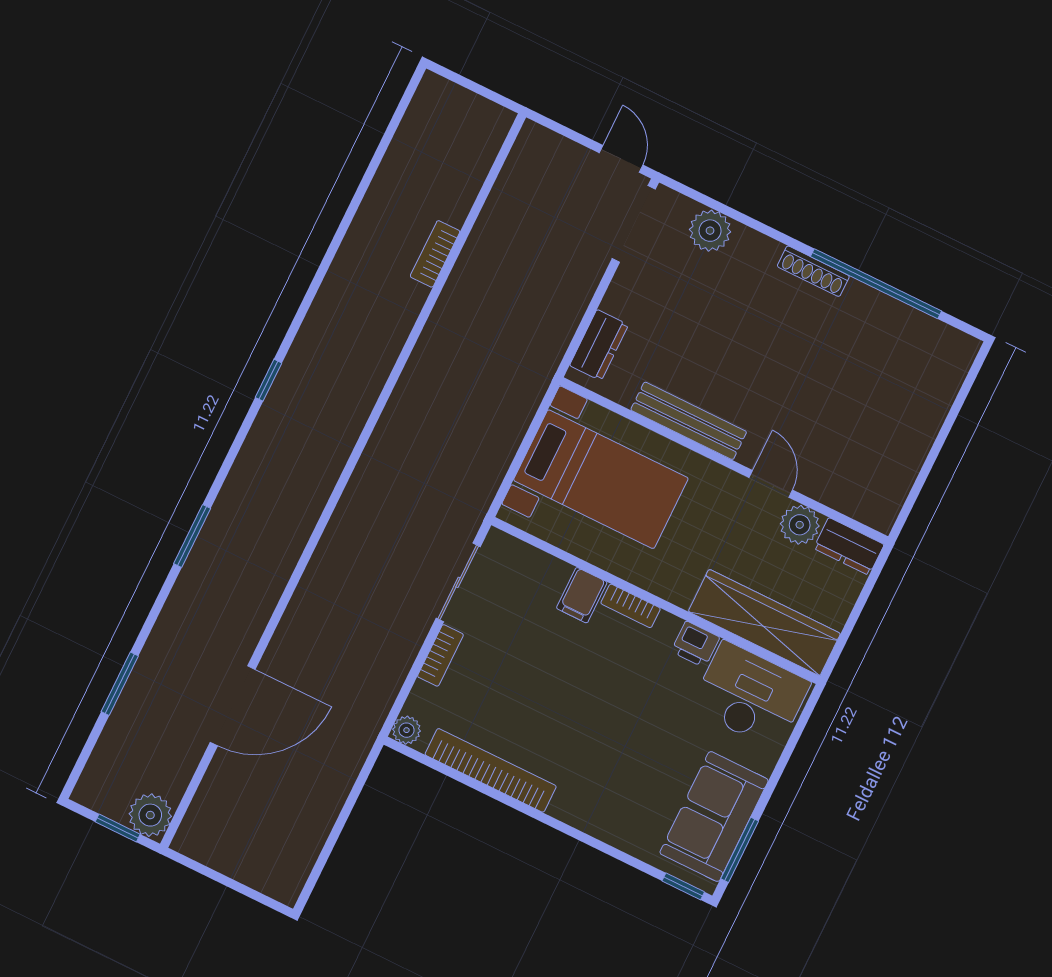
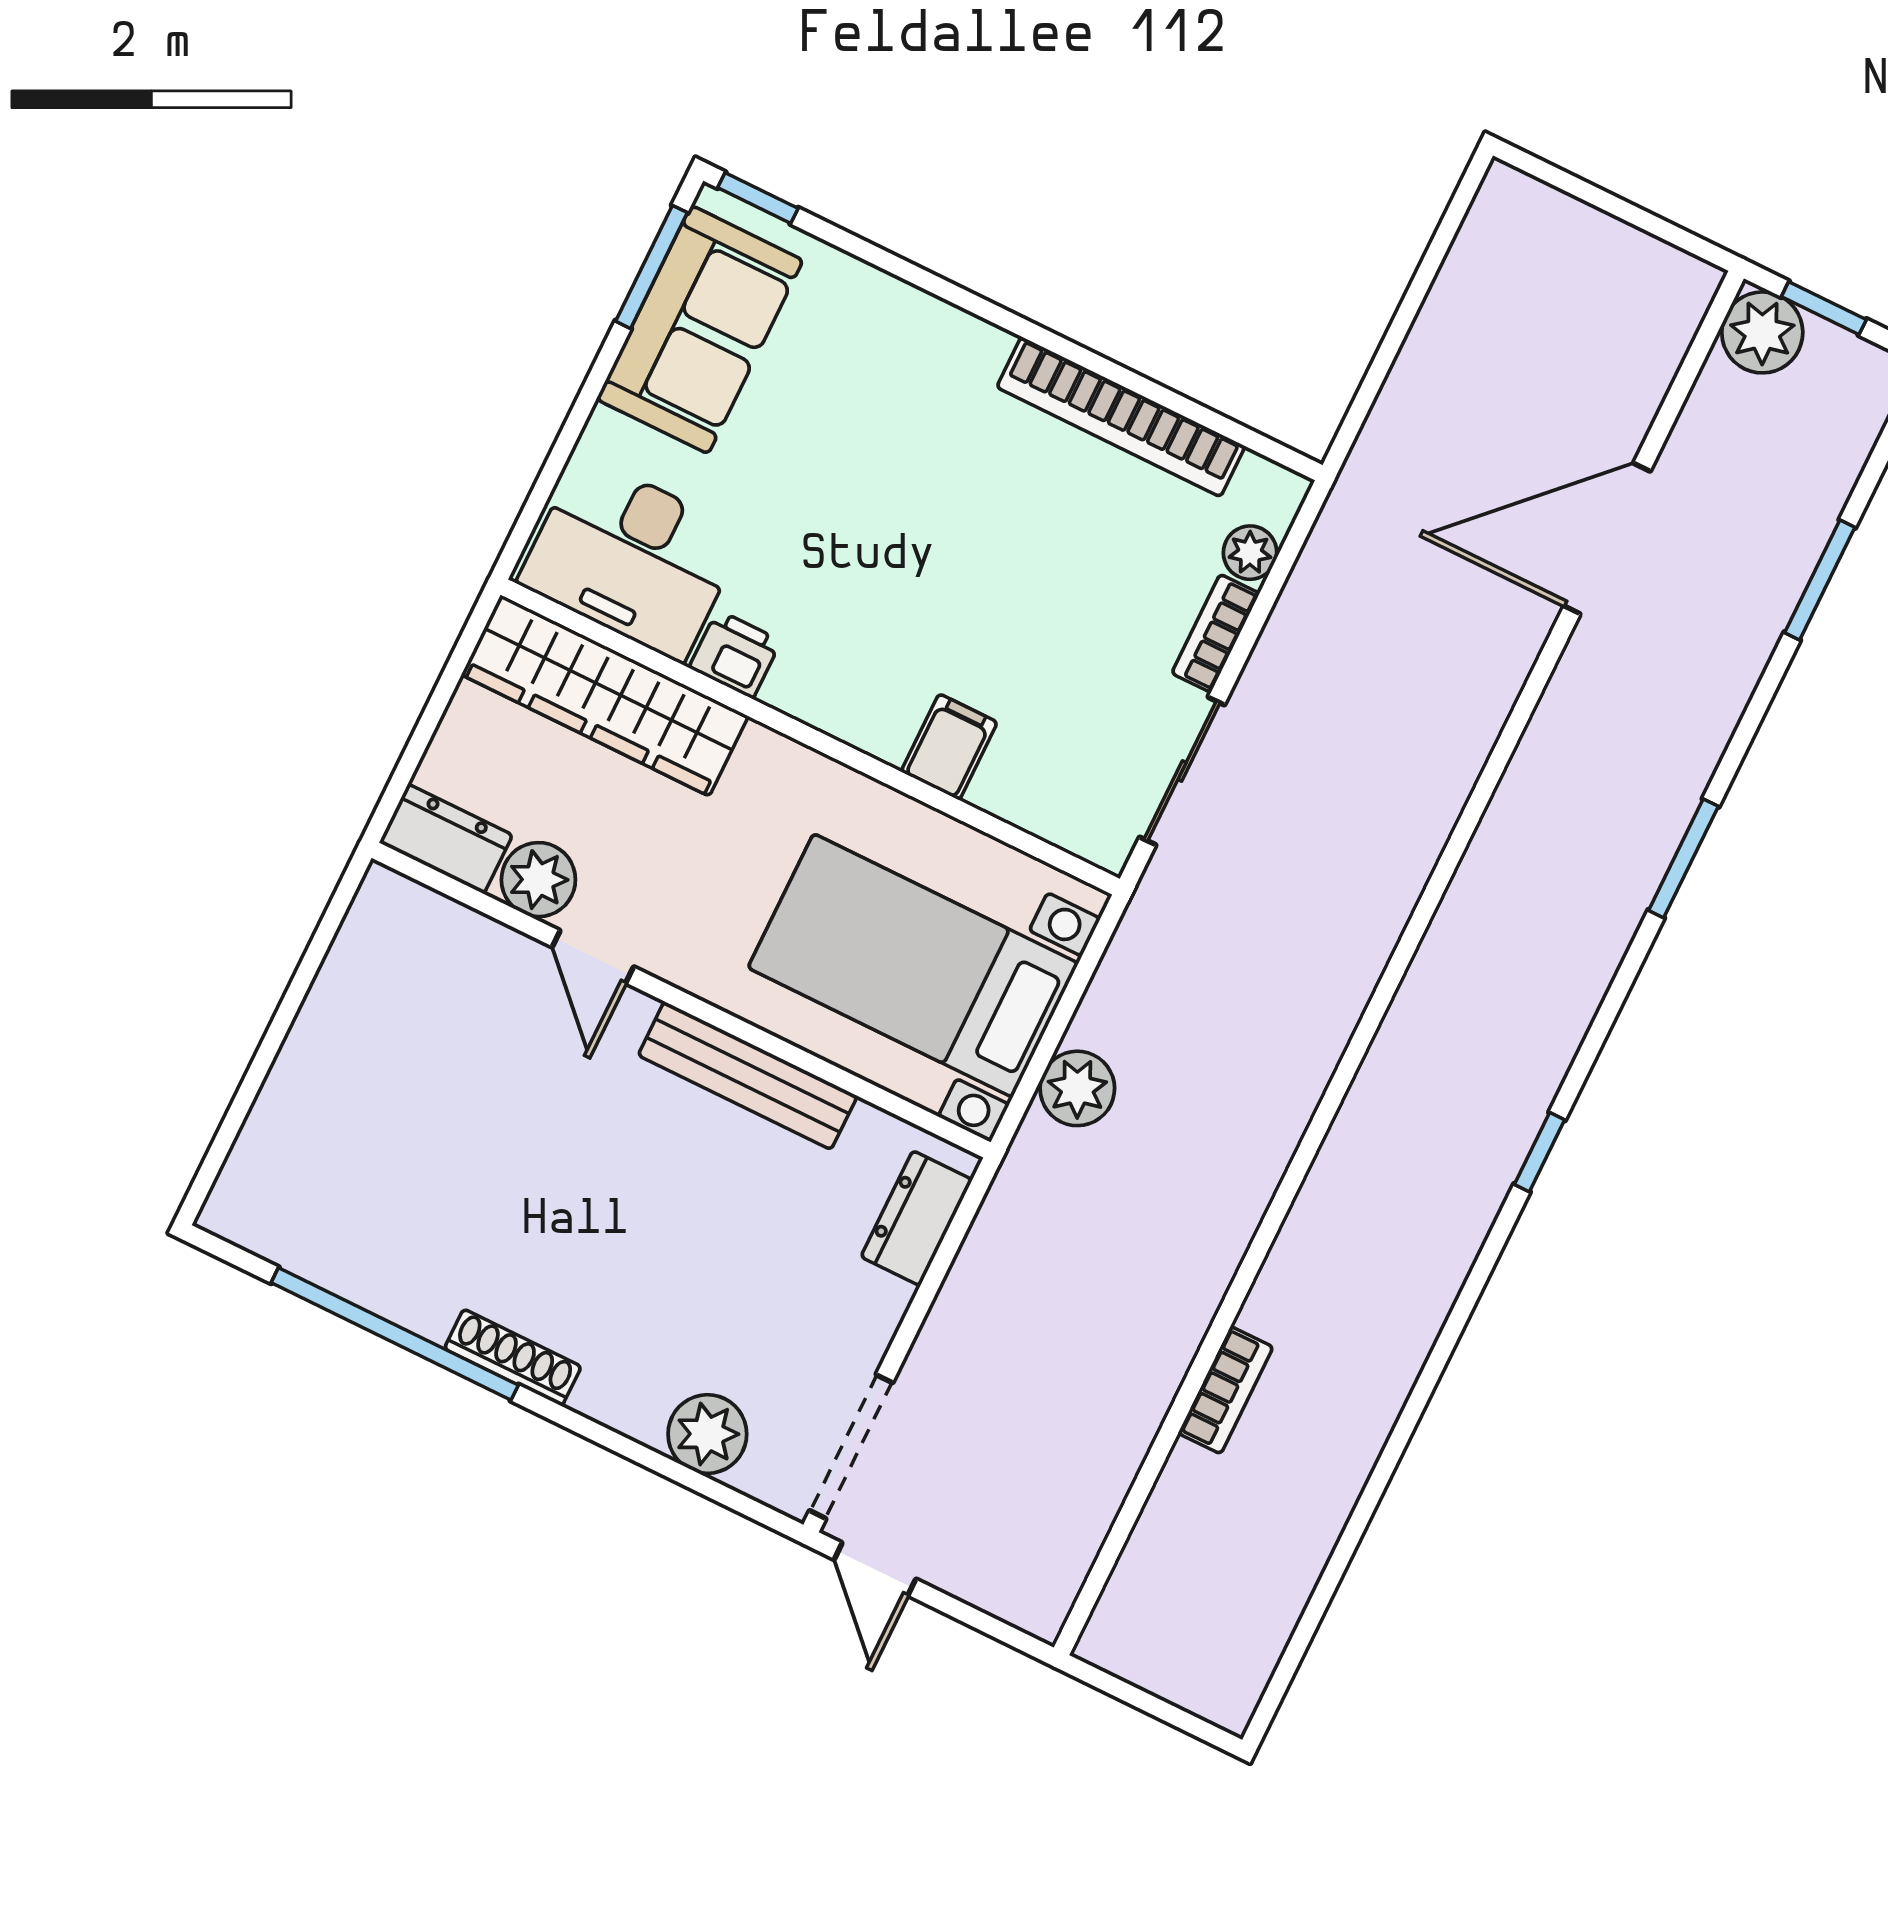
plant: (514, 414) -> (1077, 1088), added
bookcase: (631, 606) -> (857, 727), removed
plant: (407, 730) -> (1250, 553), moved

